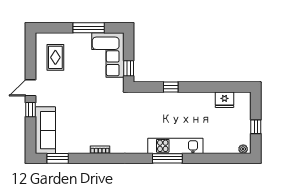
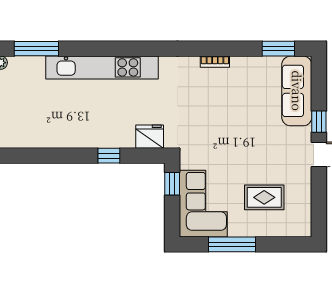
rug: (55, 57) -> (264, 197), moved, turned 90
fridge: (224, 100) -> (150, 137), moved
kitchen unit: (175, 146) -> (102, 67), width x1.36
window: (167, 158) -> (36, 49), moved

